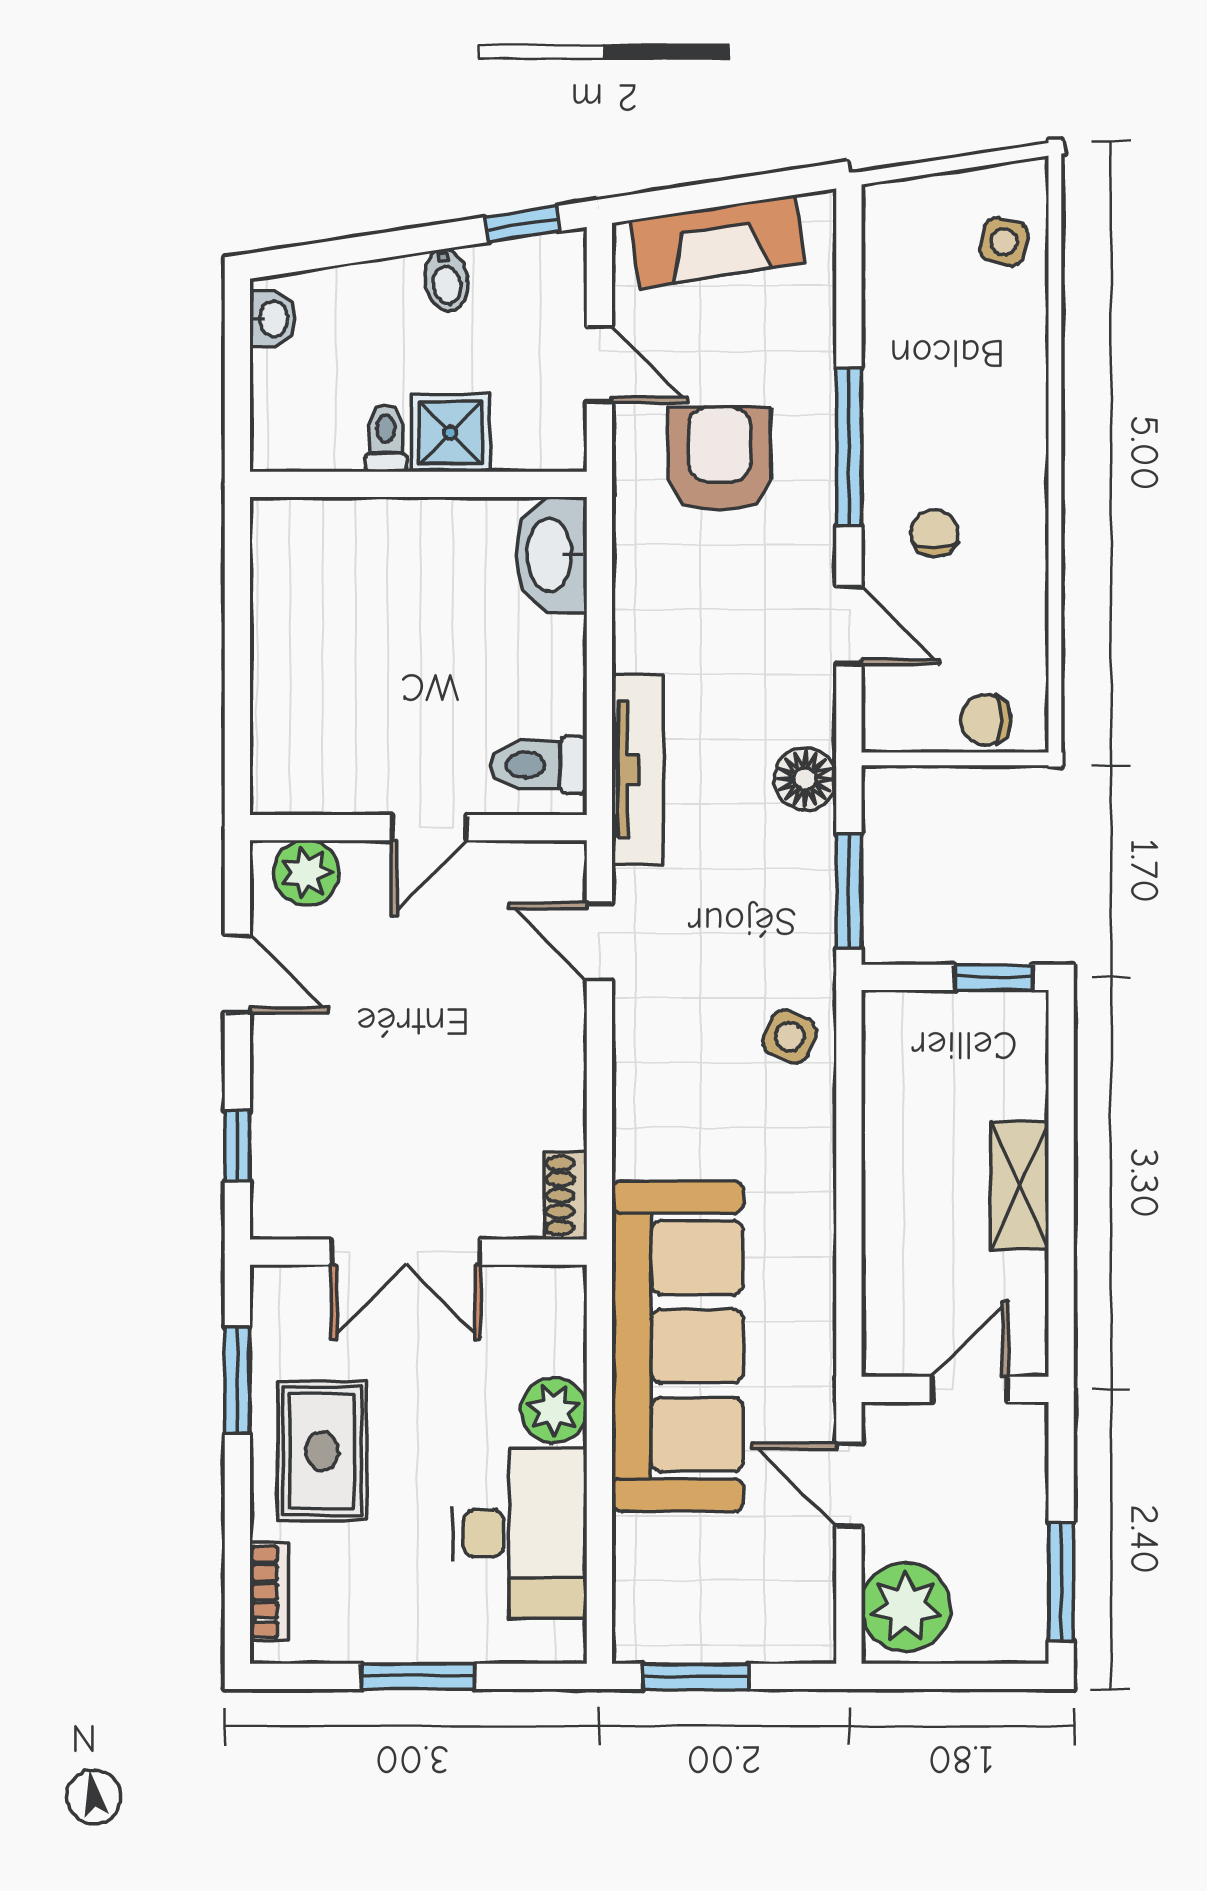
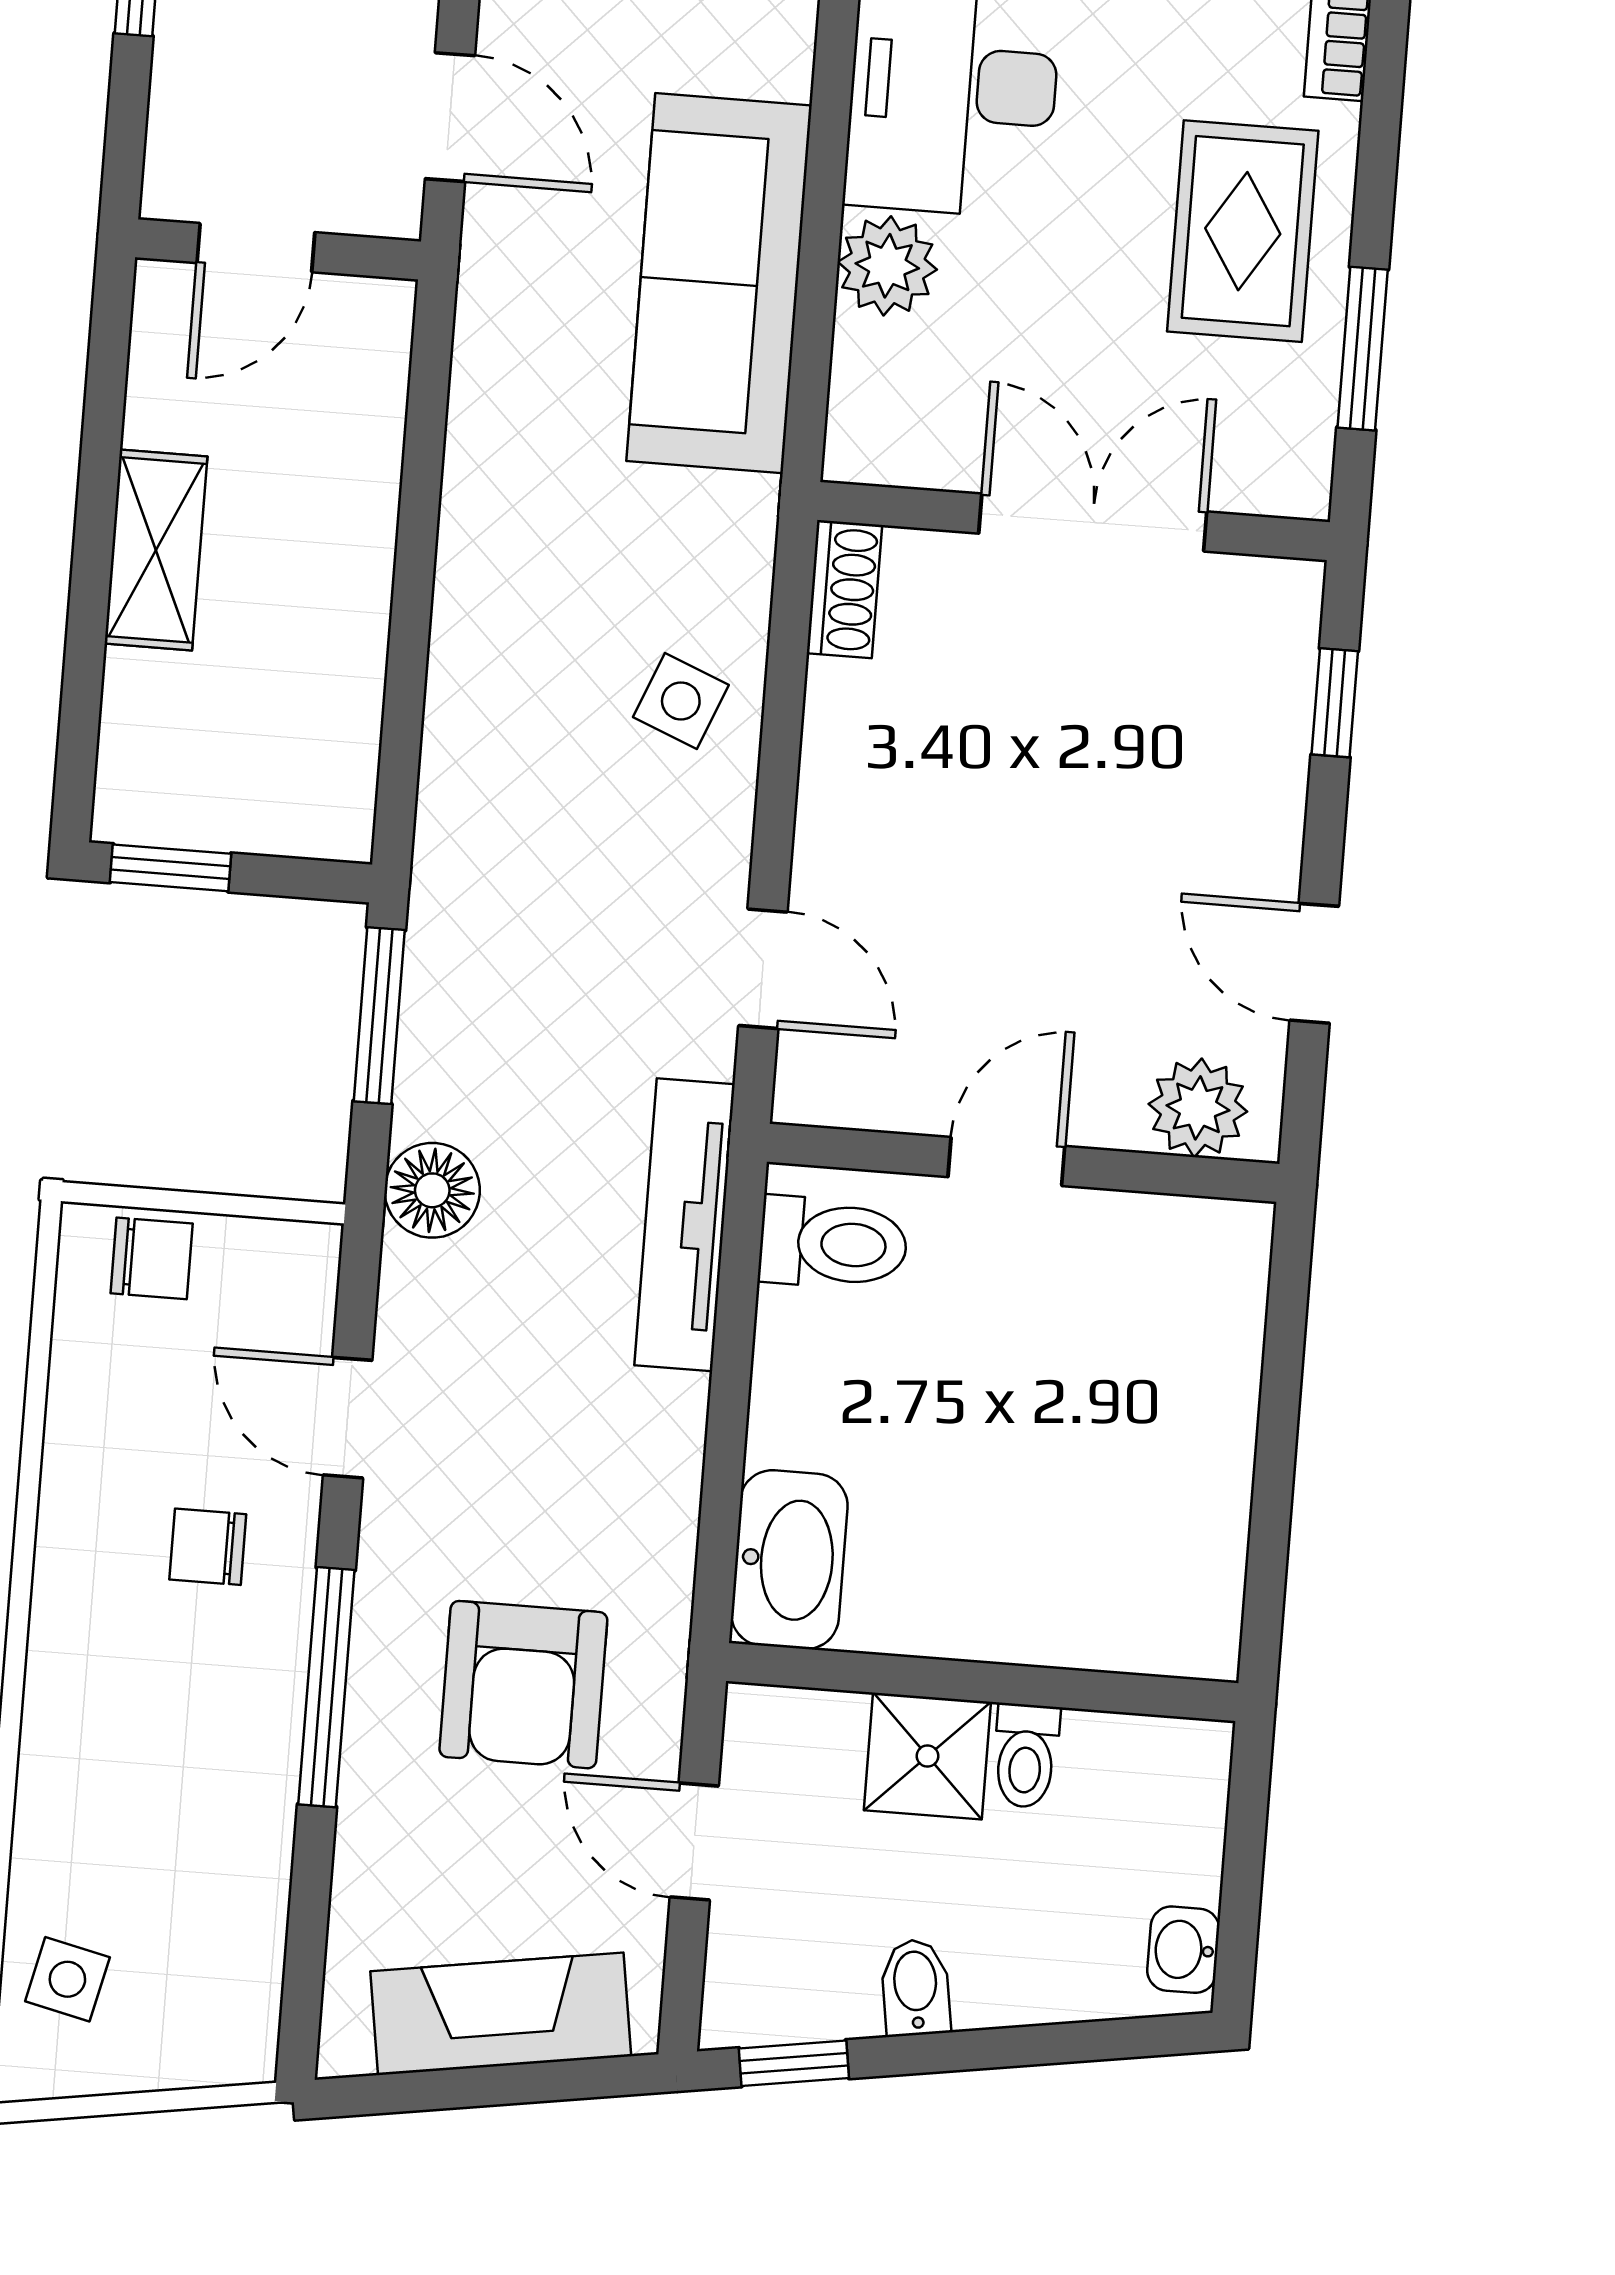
chair: (934, 533) -> (208, 1547), turned 90
side table: (790, 1037) -> (681, 701), moved
sofa: (678, 1346) -> (719, 283), width x0.74, depth x0.79

